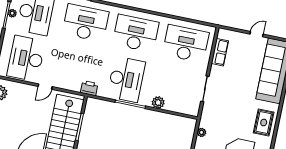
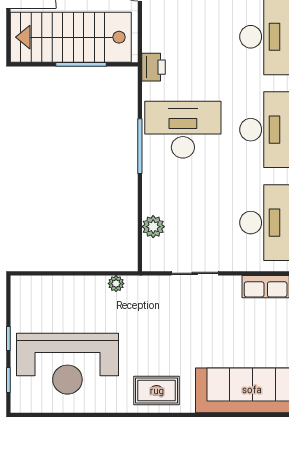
desk: (126, 79) -> (183, 130), turned 180
plant: (158, 103) -> (153, 227), moved

